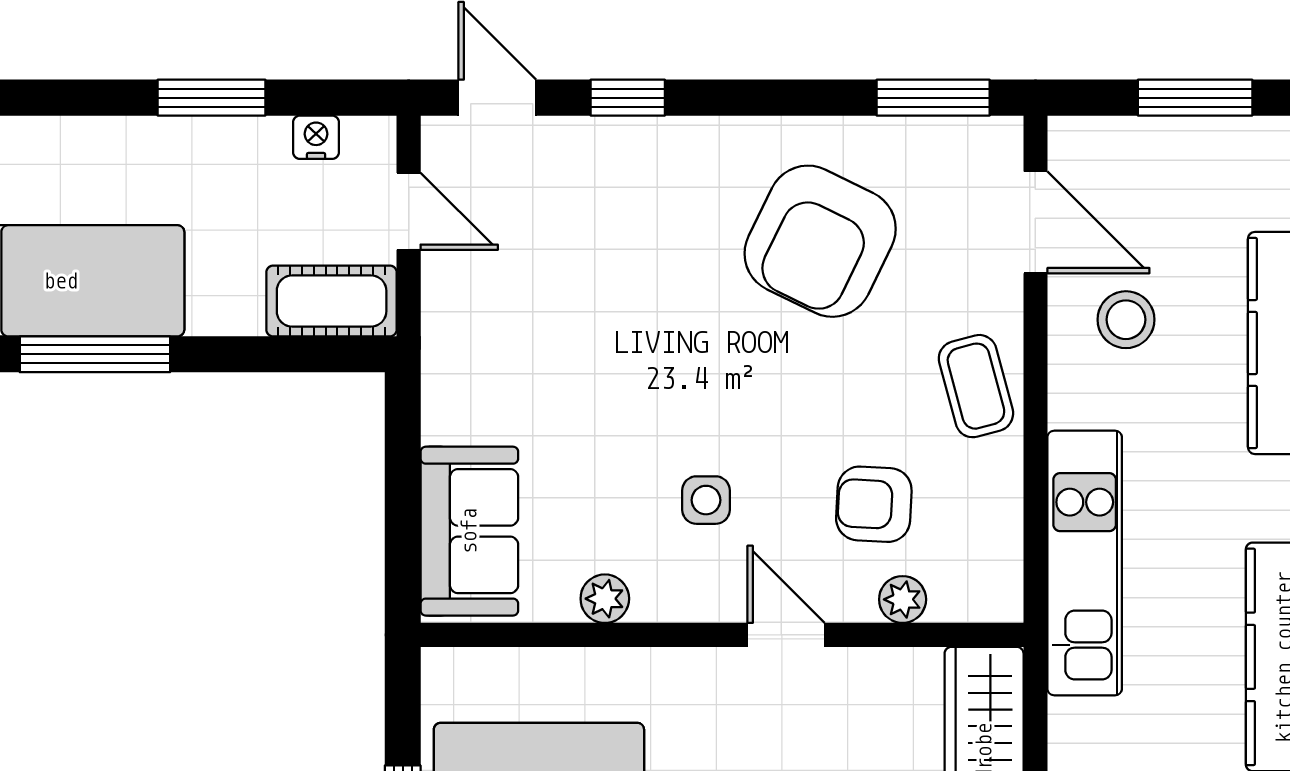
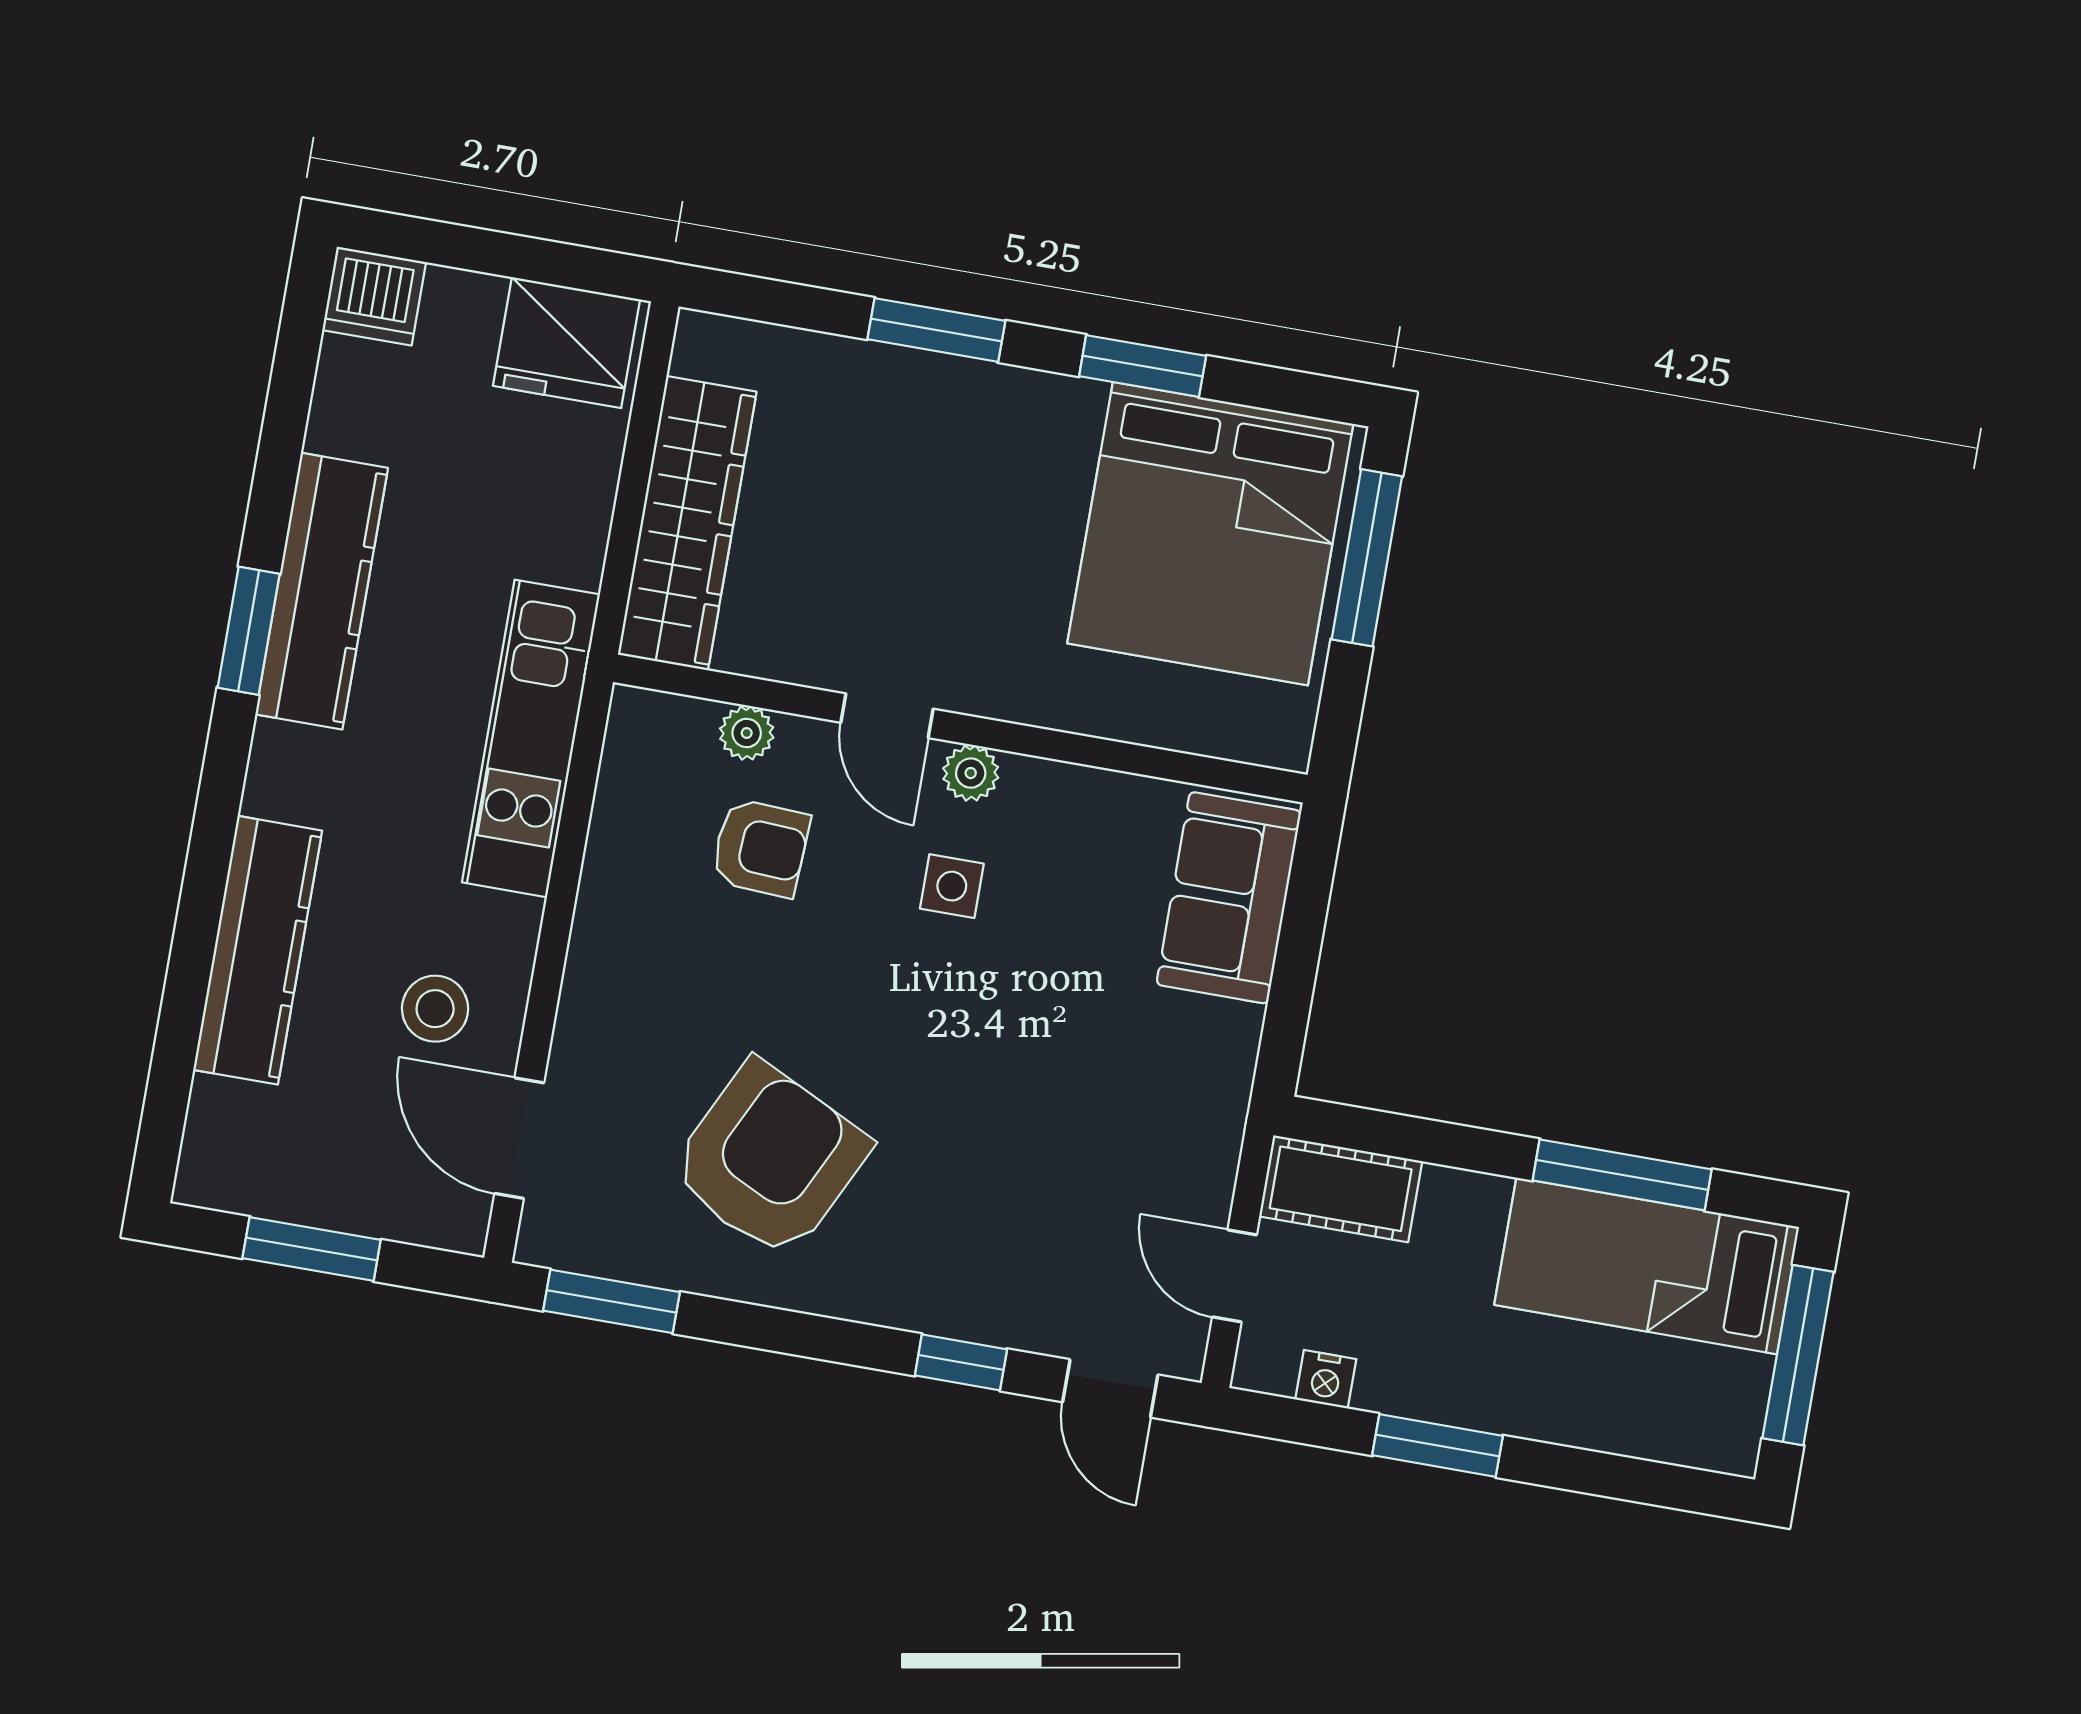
coffee table: (976, 386) -> (620, 963), removed
plant: (605, 599) -> (971, 773), moved

